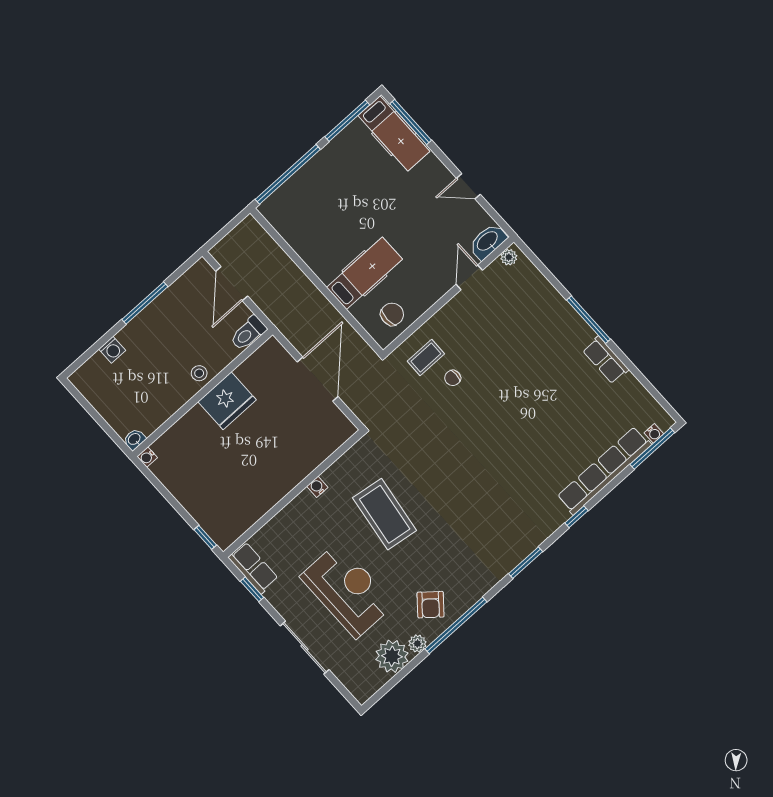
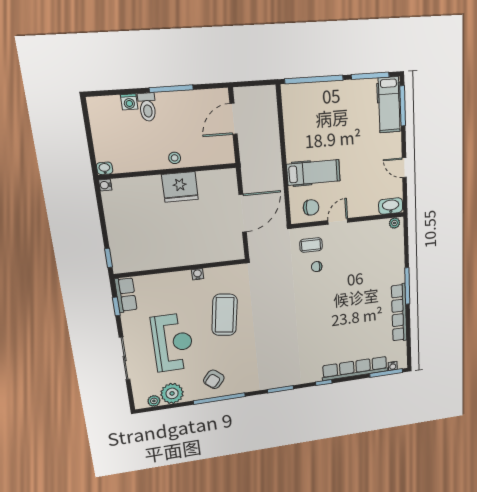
door: (469, 277) -> (338, 221), moved
toilet: (248, 333) -> (147, 107), moved, turned -90
row of seats: (606, 360) -> (399, 313), width x2.02
plant: (417, 644) -> (154, 401), moved

